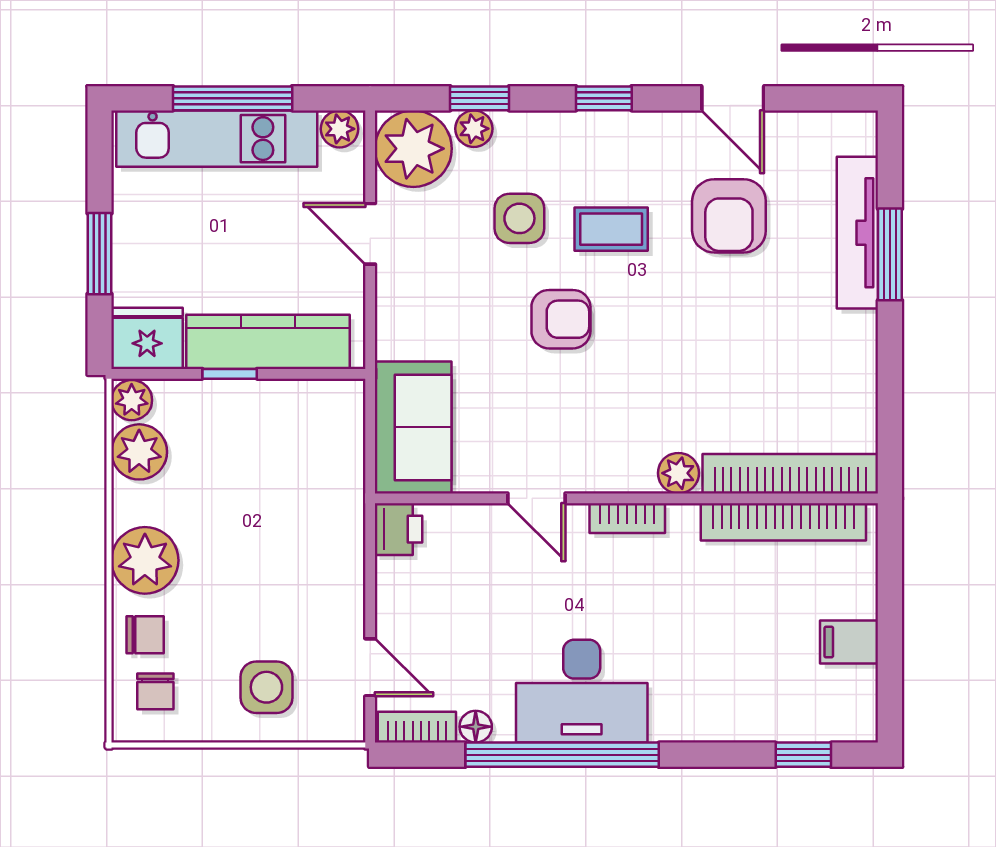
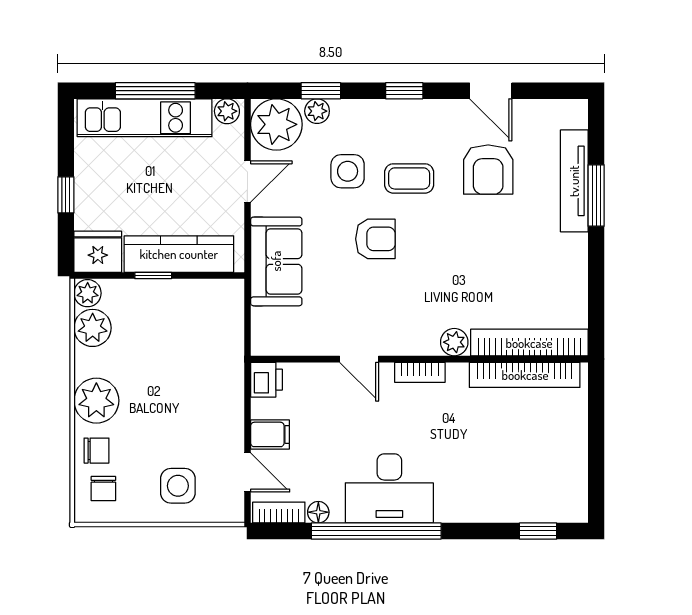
door: (370, 234) -> (247, 182), swing flipped
window: (99, 254) -> (66, 195), width x0.67
sofa: (413, 427) -> (276, 261), moved
filing cabinet: (849, 642) -> (270, 434), moved, turned 180

